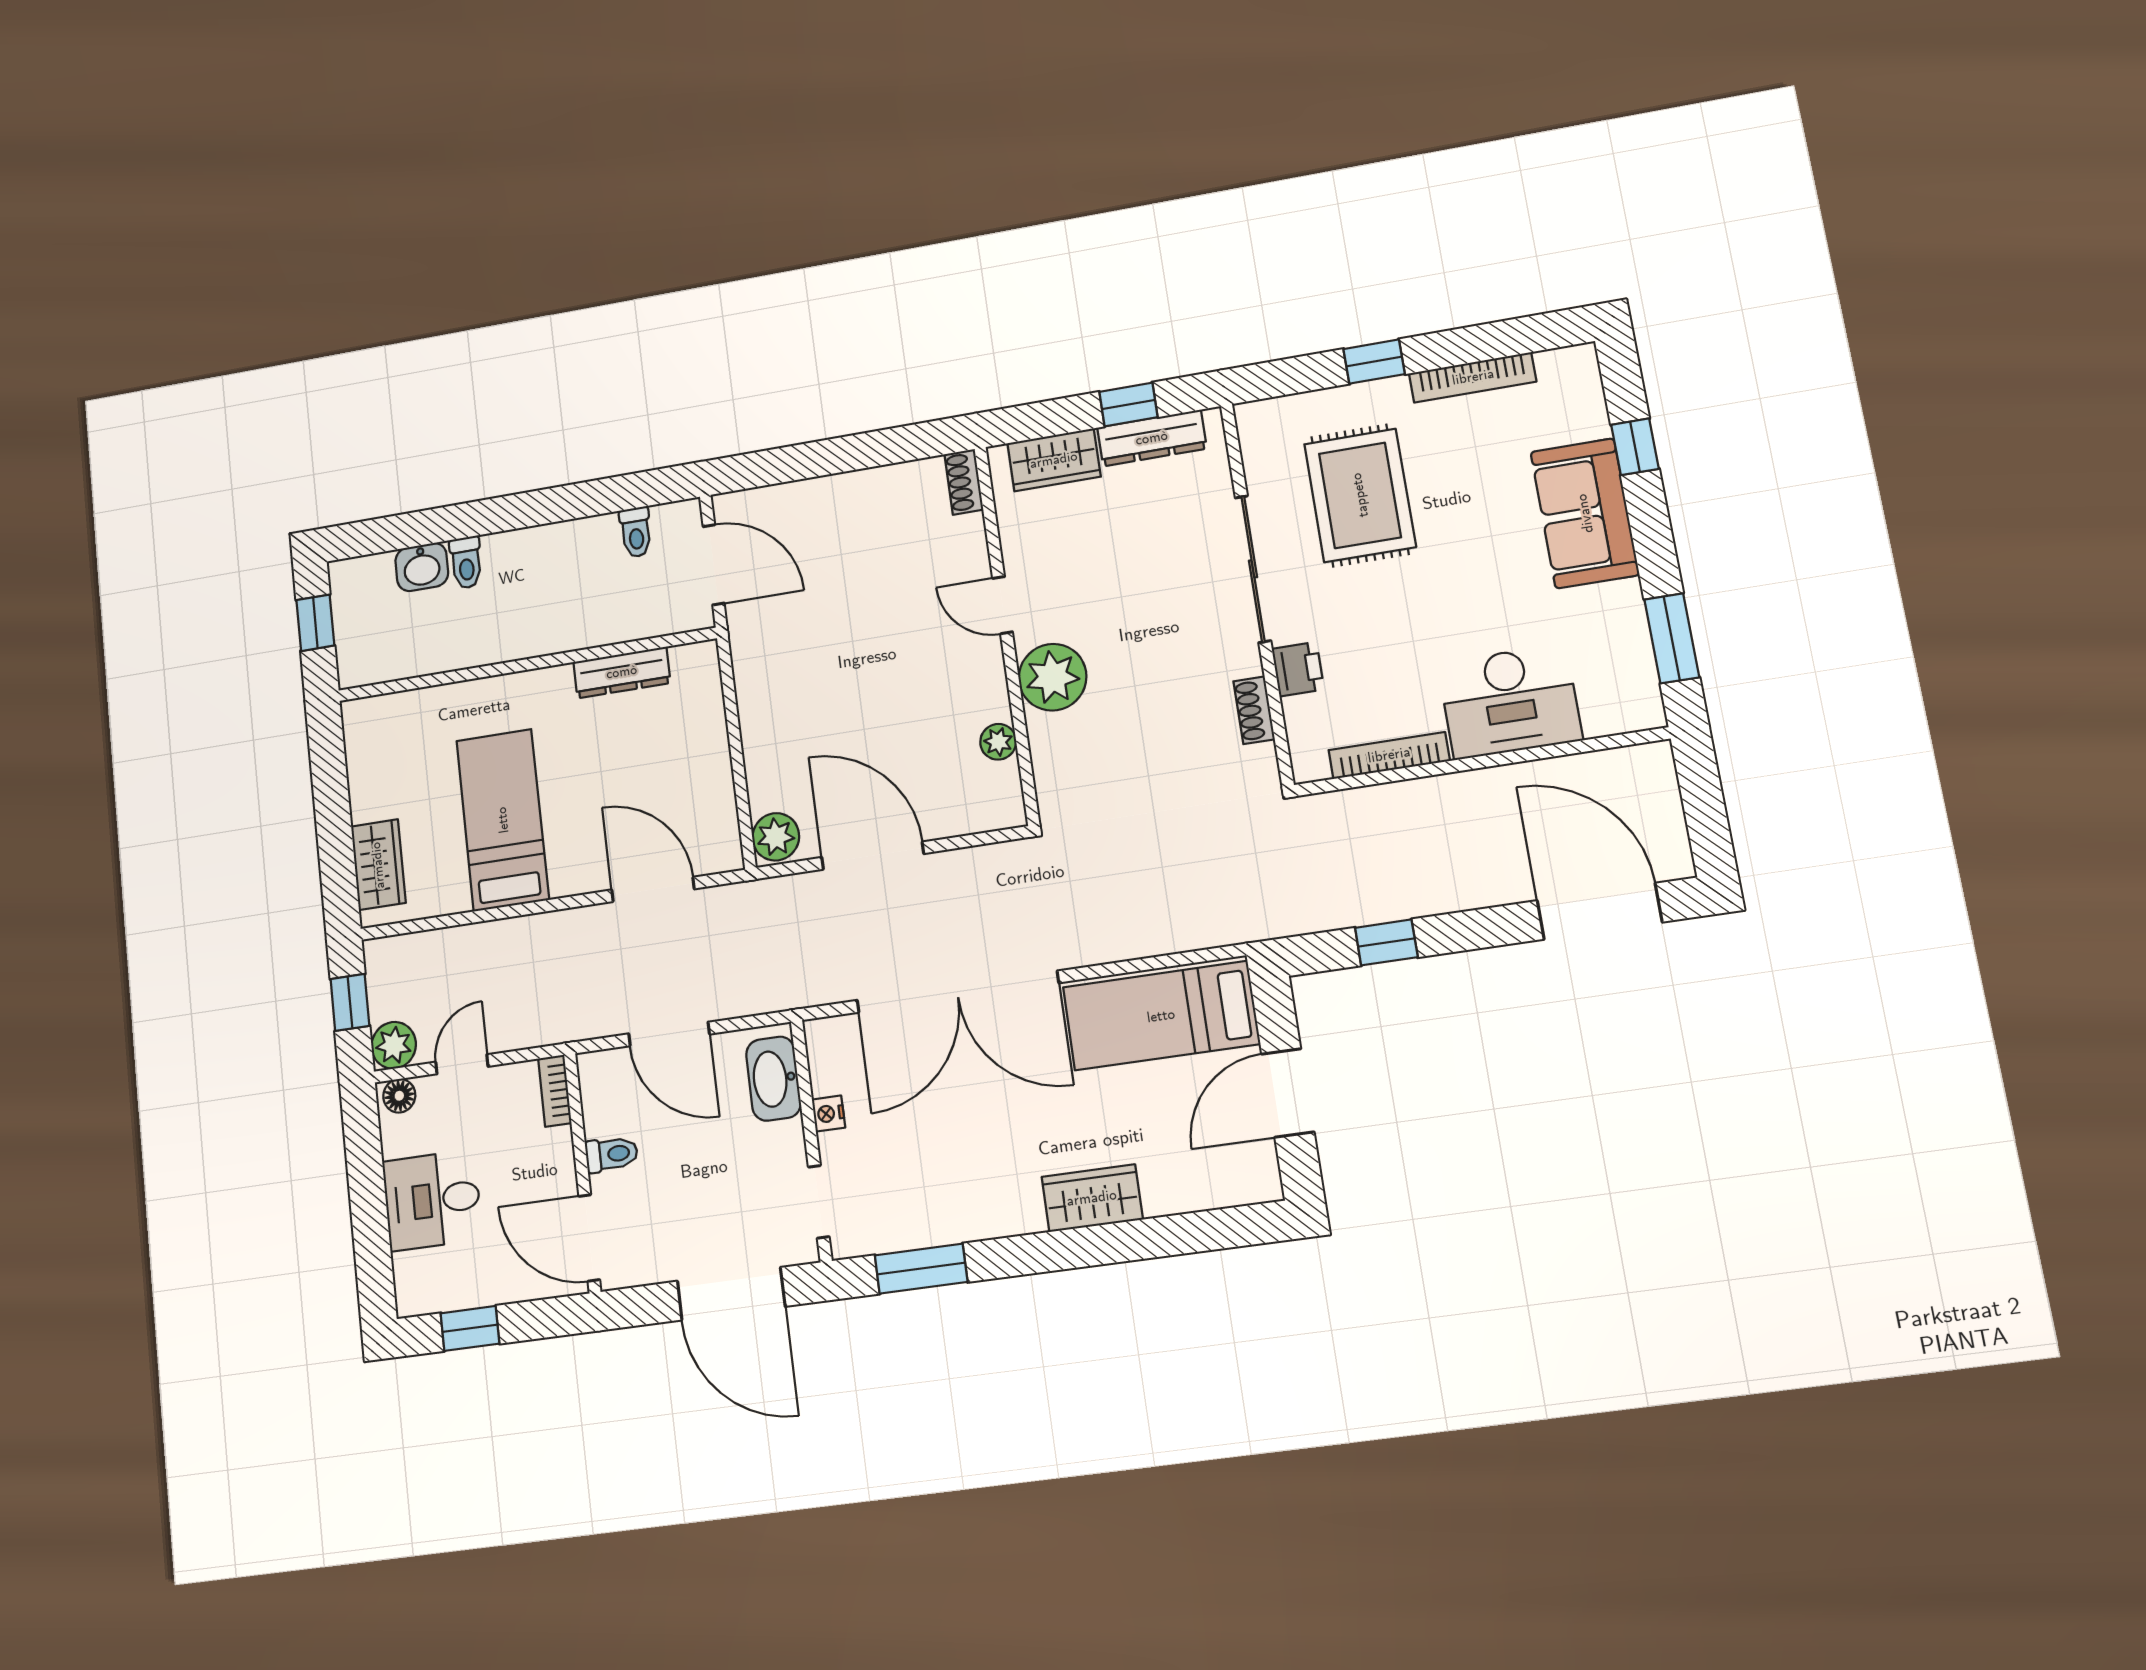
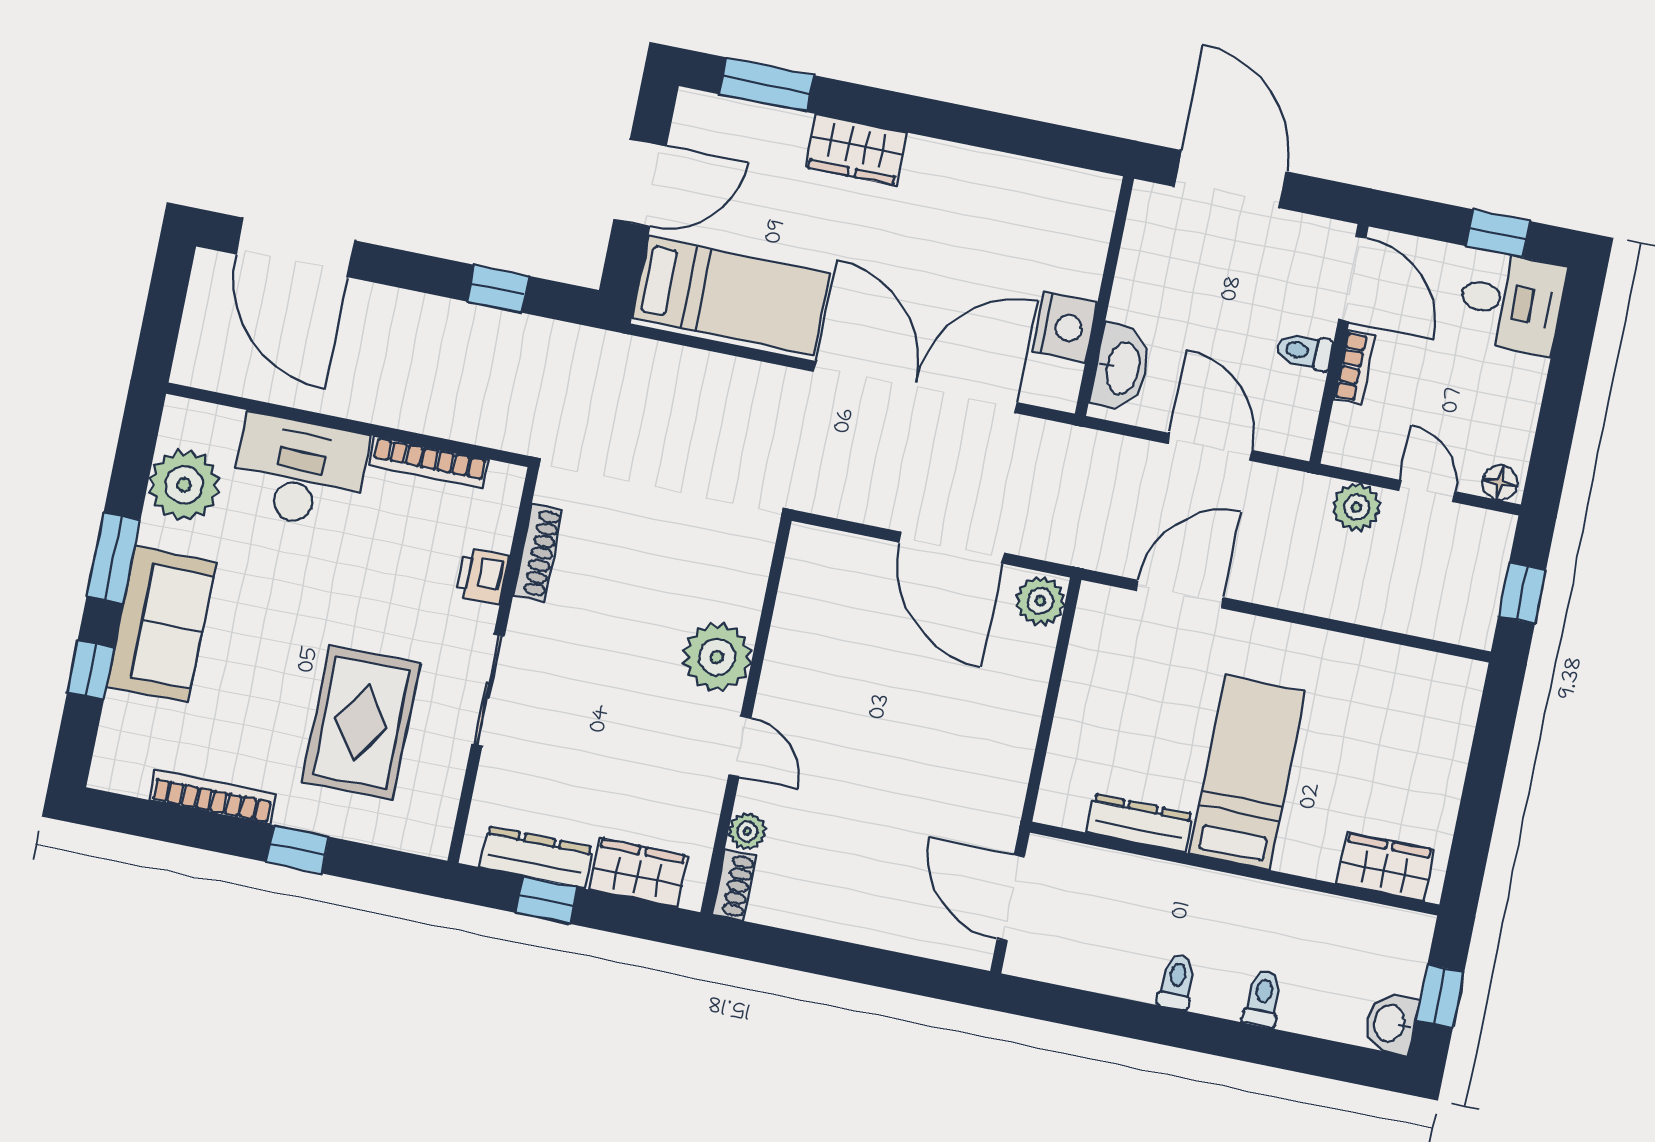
toilet: (636, 532) -> (1177, 982), moved
washbasin: (422, 567) -> (1391, 1024), moved, turned -90
sliding door: (1253, 569) -> (488, 690), width x0.73
window: (1672, 638) -> (114, 558), moved
plant: (1616, 648) -> (184, 485), added
shoe rack: (1254, 710) -> (538, 552), width x1.43
plant: (998, 742) -> (747, 831), moved
bed: (503, 820) -> (1247, 772), moved, turned 180
wardrobe: (378, 865) -> (1385, 867), moved, turned 90
door: (653, 889) -> (1179, 594), swing flipped
plant: (394, 1045) -> (1357, 507), moved
door: (462, 1064) -> (1427, 491), swing flipped
bookcase: (555, 1091) -> (1354, 367), moved
nightstand: (828, 1114) -> (1064, 327), width x1.89, depth x1.79
desk: (432, 1200) -> (1511, 302), moved
doorway: (819, 1202) -> (1117, 236), removed
window: (921, 1269) -> (767, 85), moved

